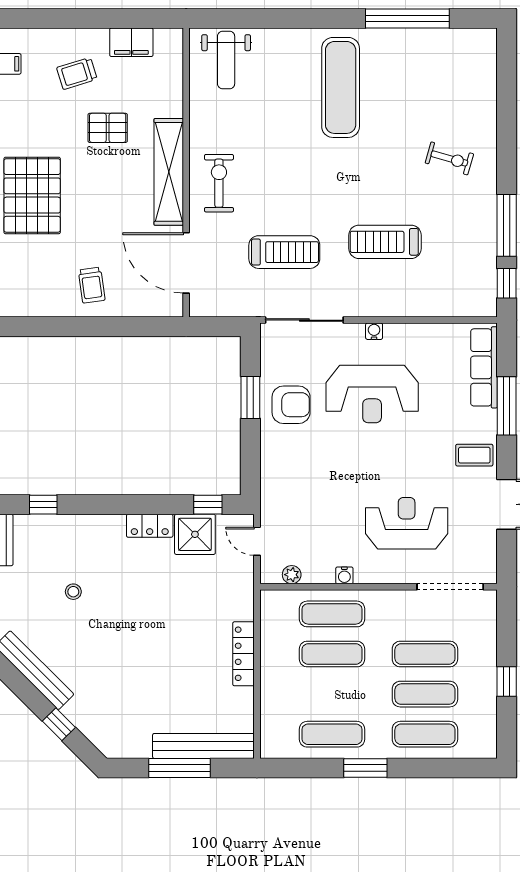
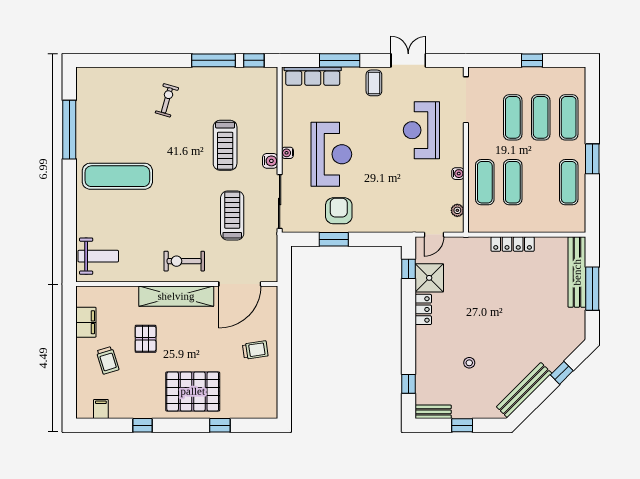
water cooler: (363, 306) -> (270, 161), added

